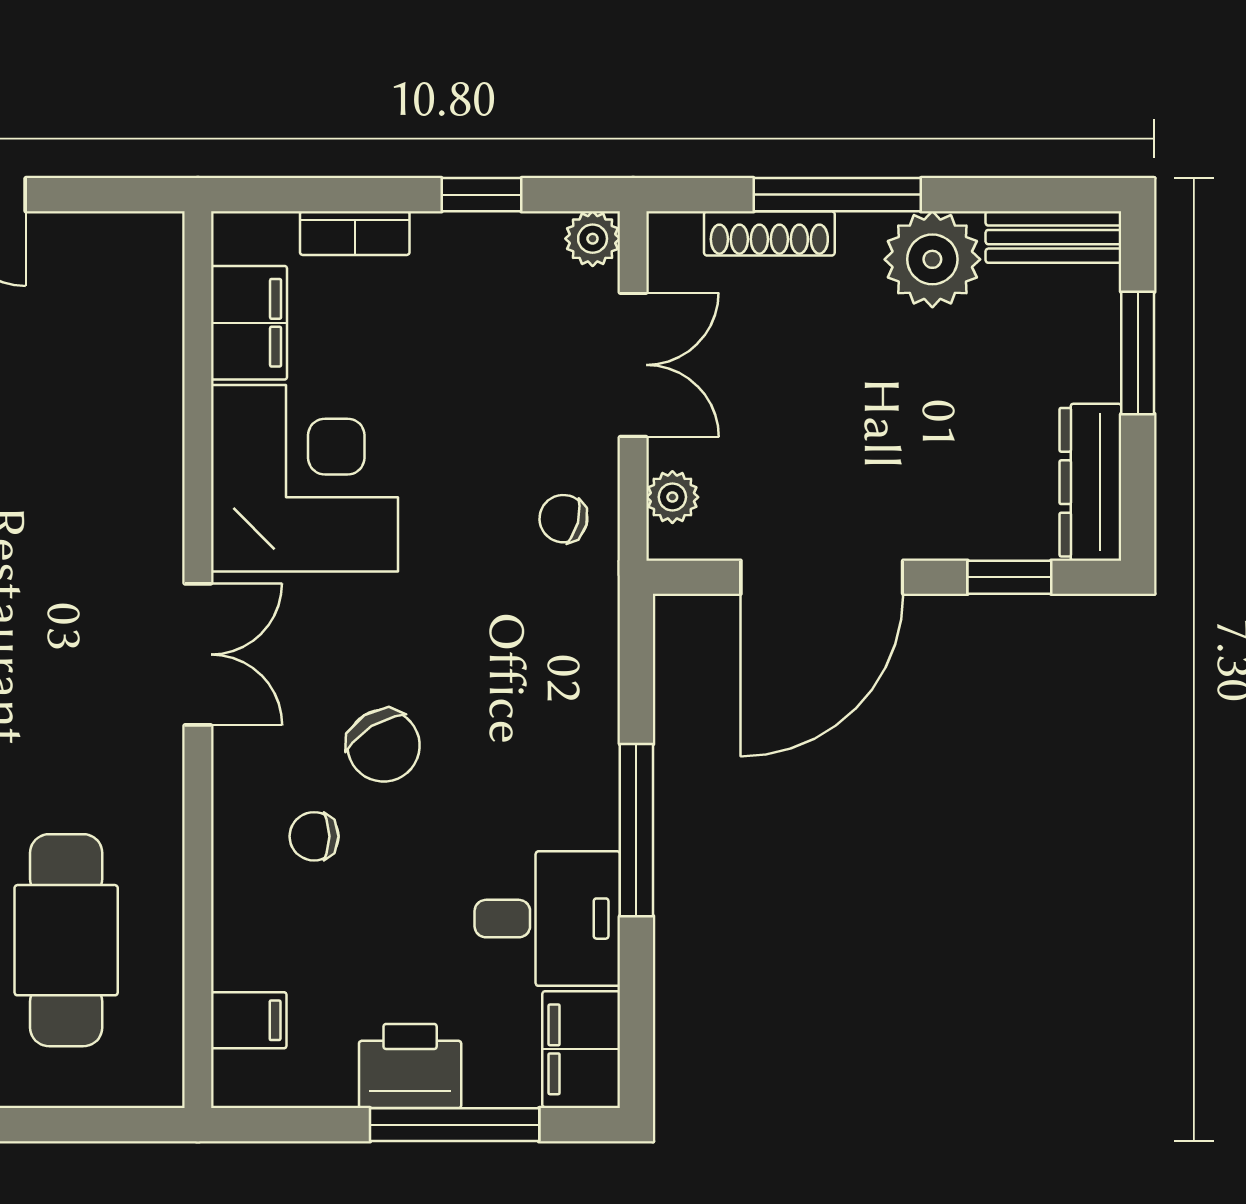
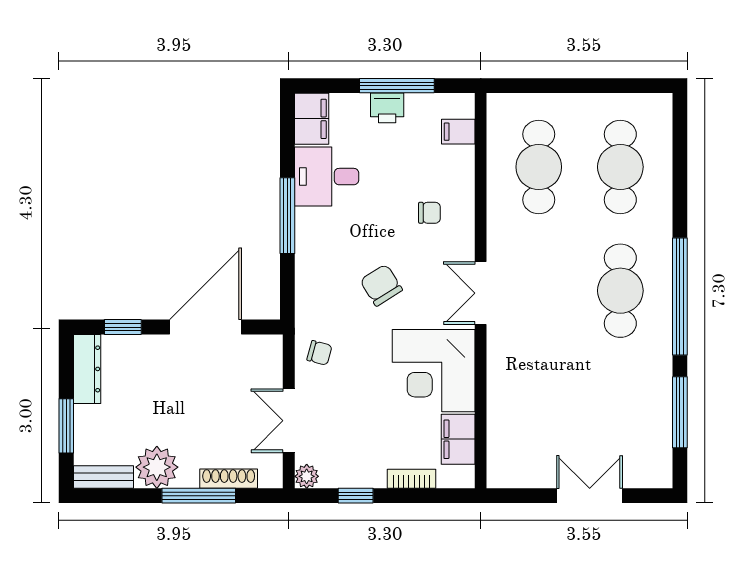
plant: (672, 497) -> (271, 362), removed
chair: (384, 746) -> (381, 285), moved
printer: (410, 1066) -> (387, 108), width x0.73, depth x0.81
window: (455, 1125) -> (397, 86), moved

